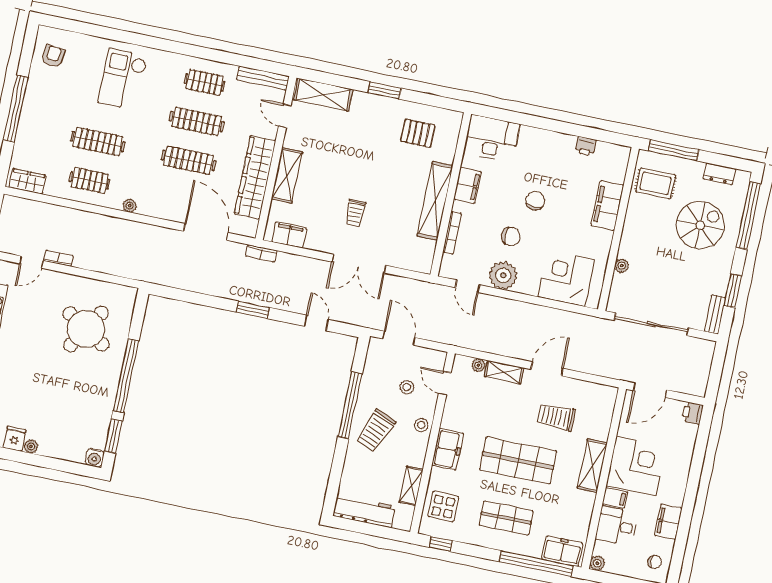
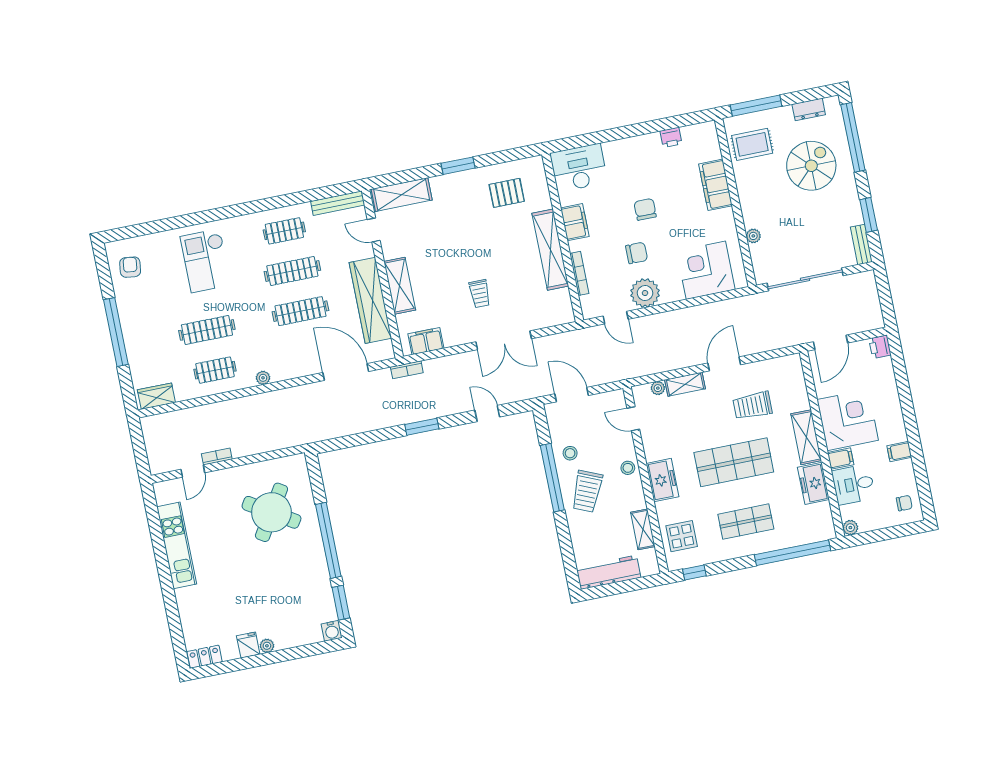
stool: (407, 387) -> (570, 453), moved
filing cabinet: (668, 522) -> (899, 452), width x0.50
freezer: (562, 551) -> (813, 483), moved, turned -90

